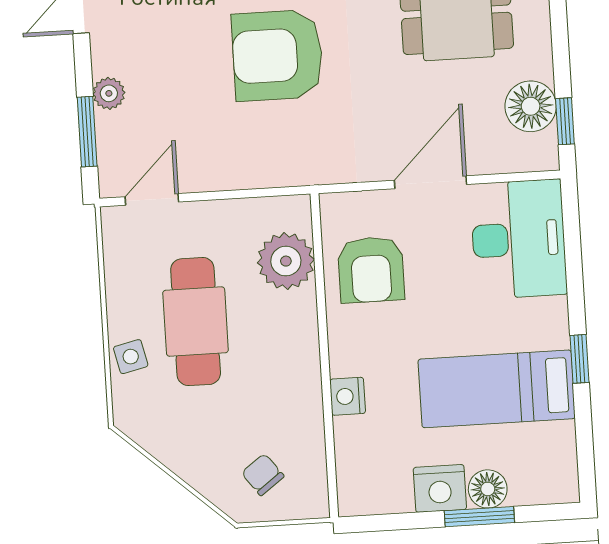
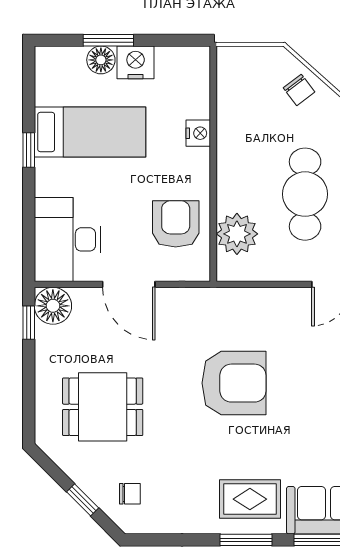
floor lamp: (531, 106) -> (53, 306), moved
door: (431, 182) -> (129, 284), hinge flipped
chair: (263, 475) -> (299, 90), moved

